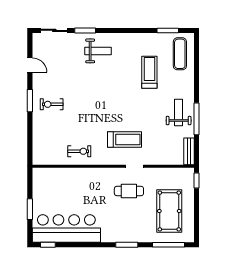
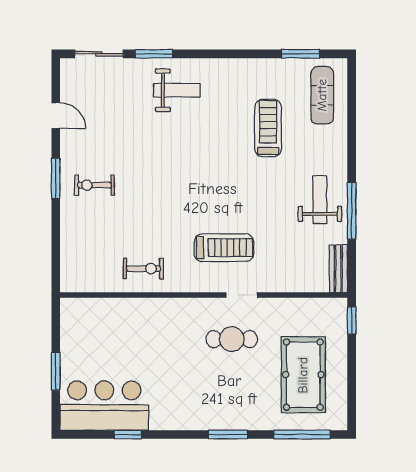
bar counter: (66, 228) -> (104, 406), width x0.73
window: (48, 245) -> (128, 435), moved

